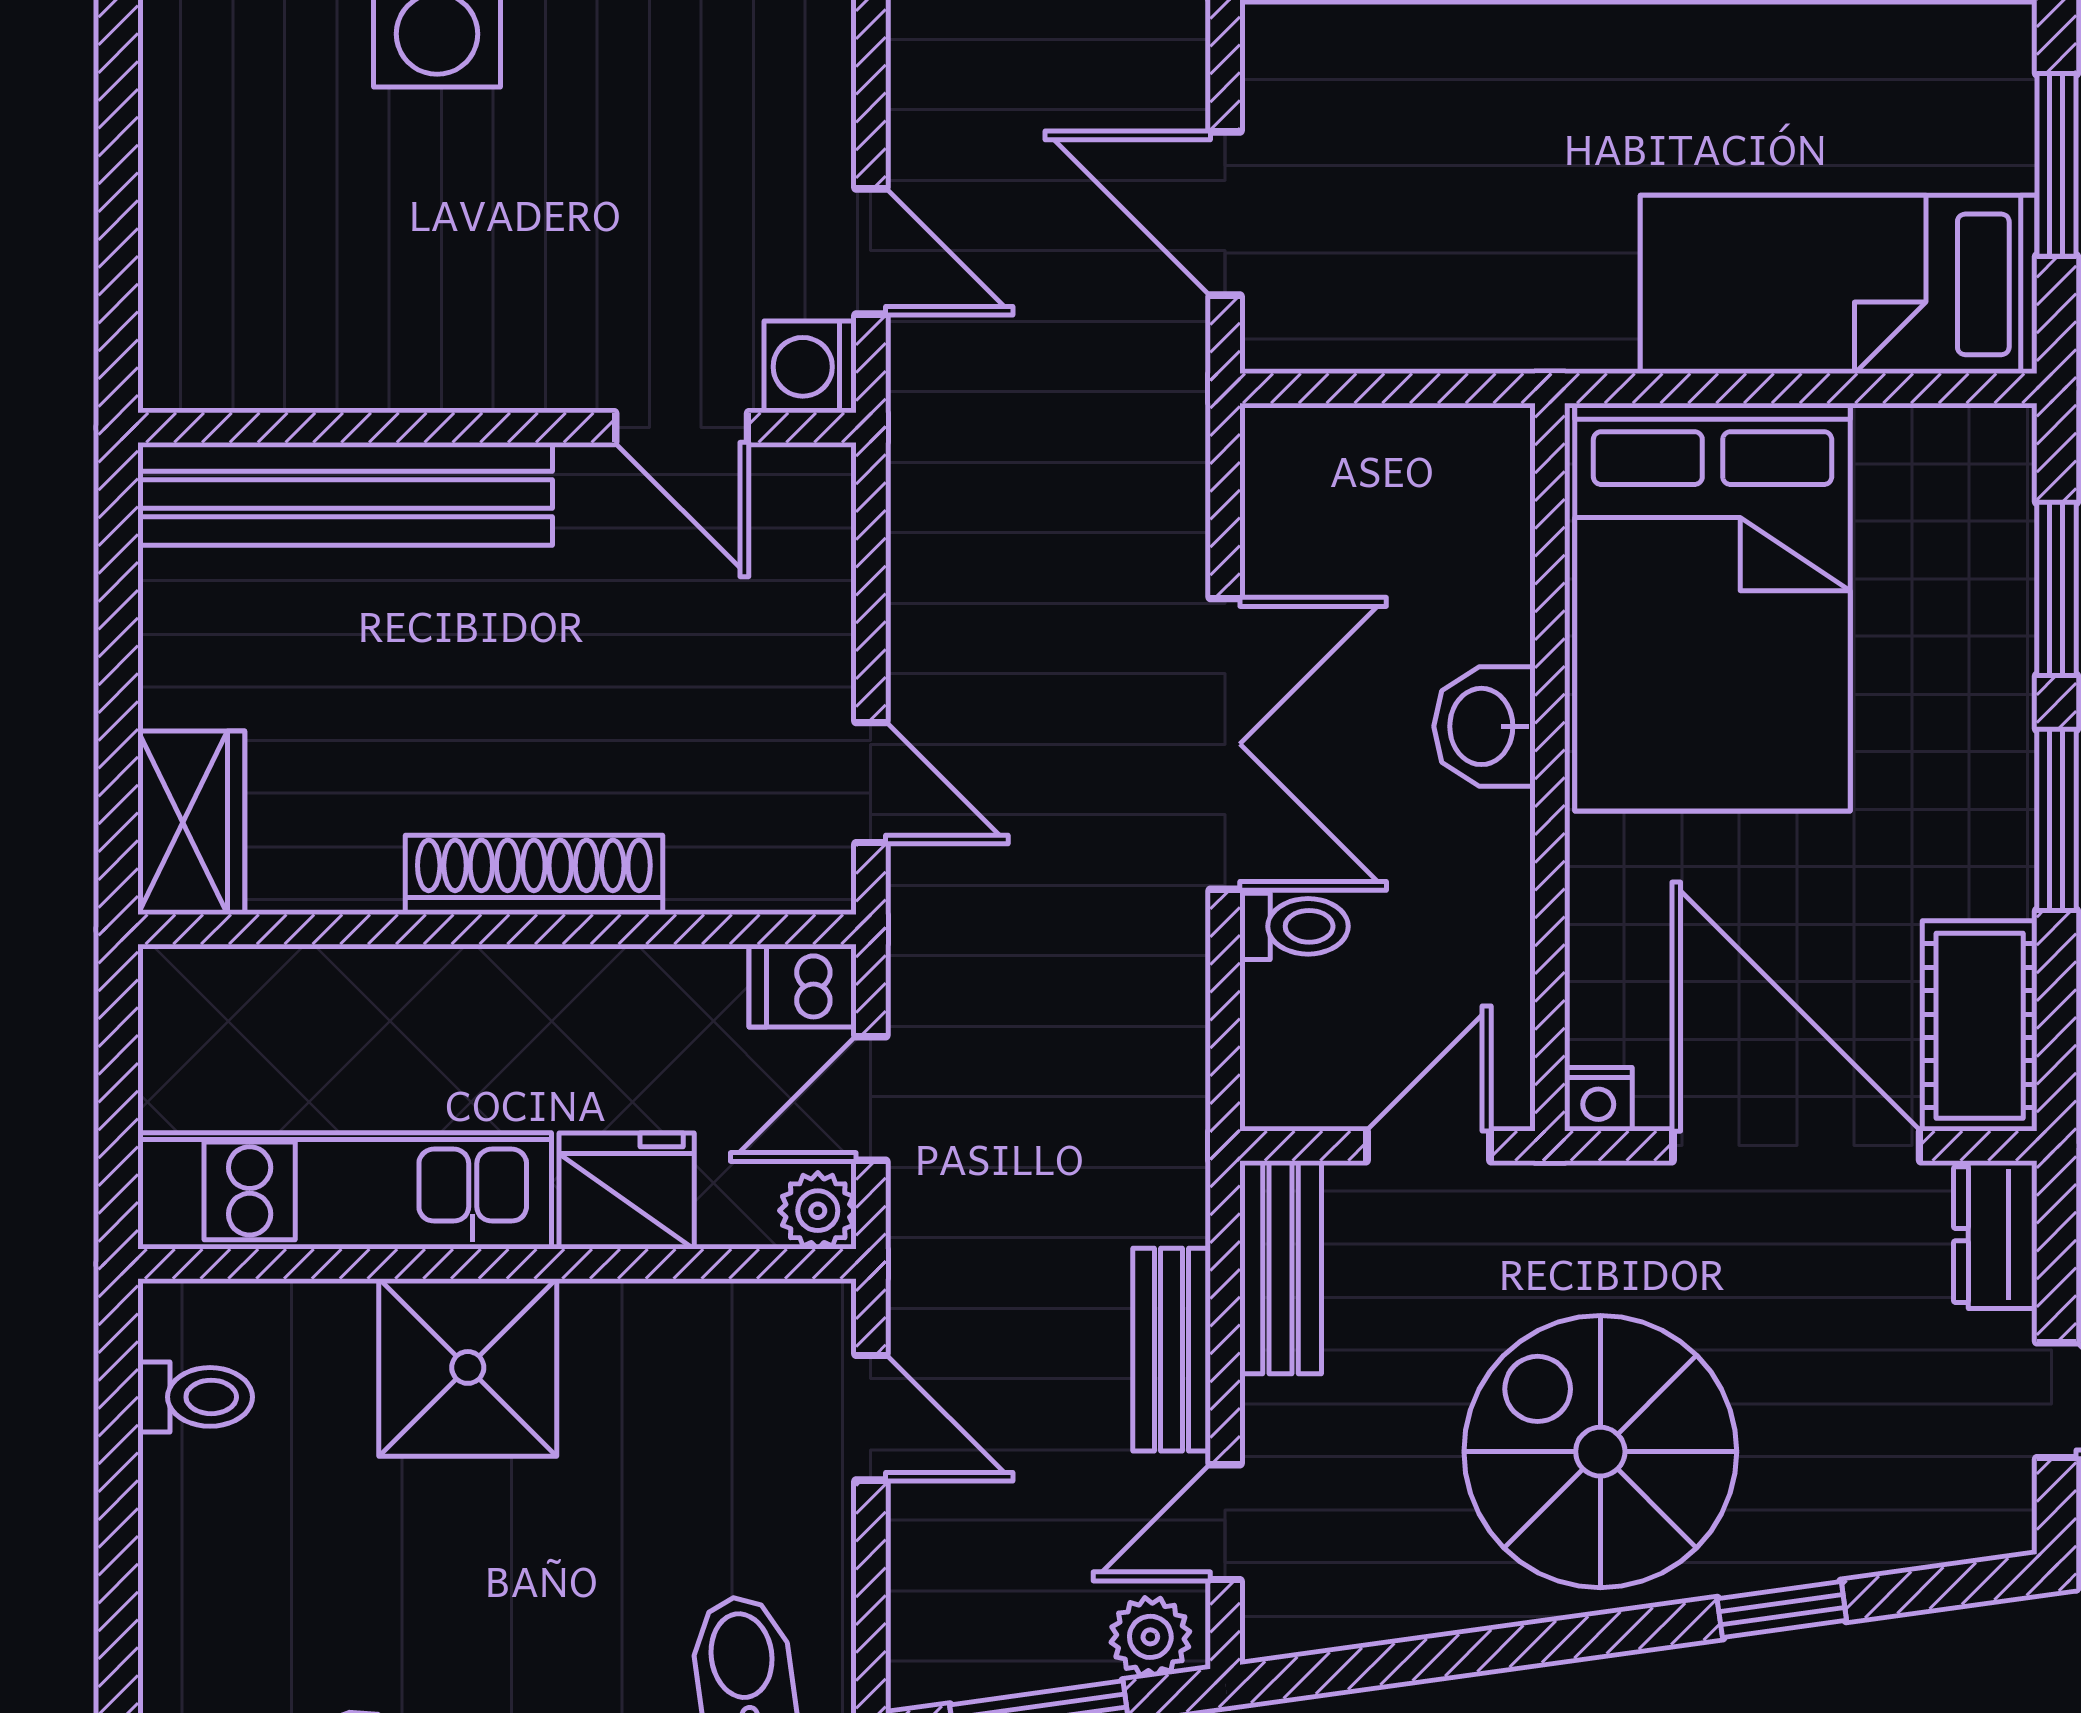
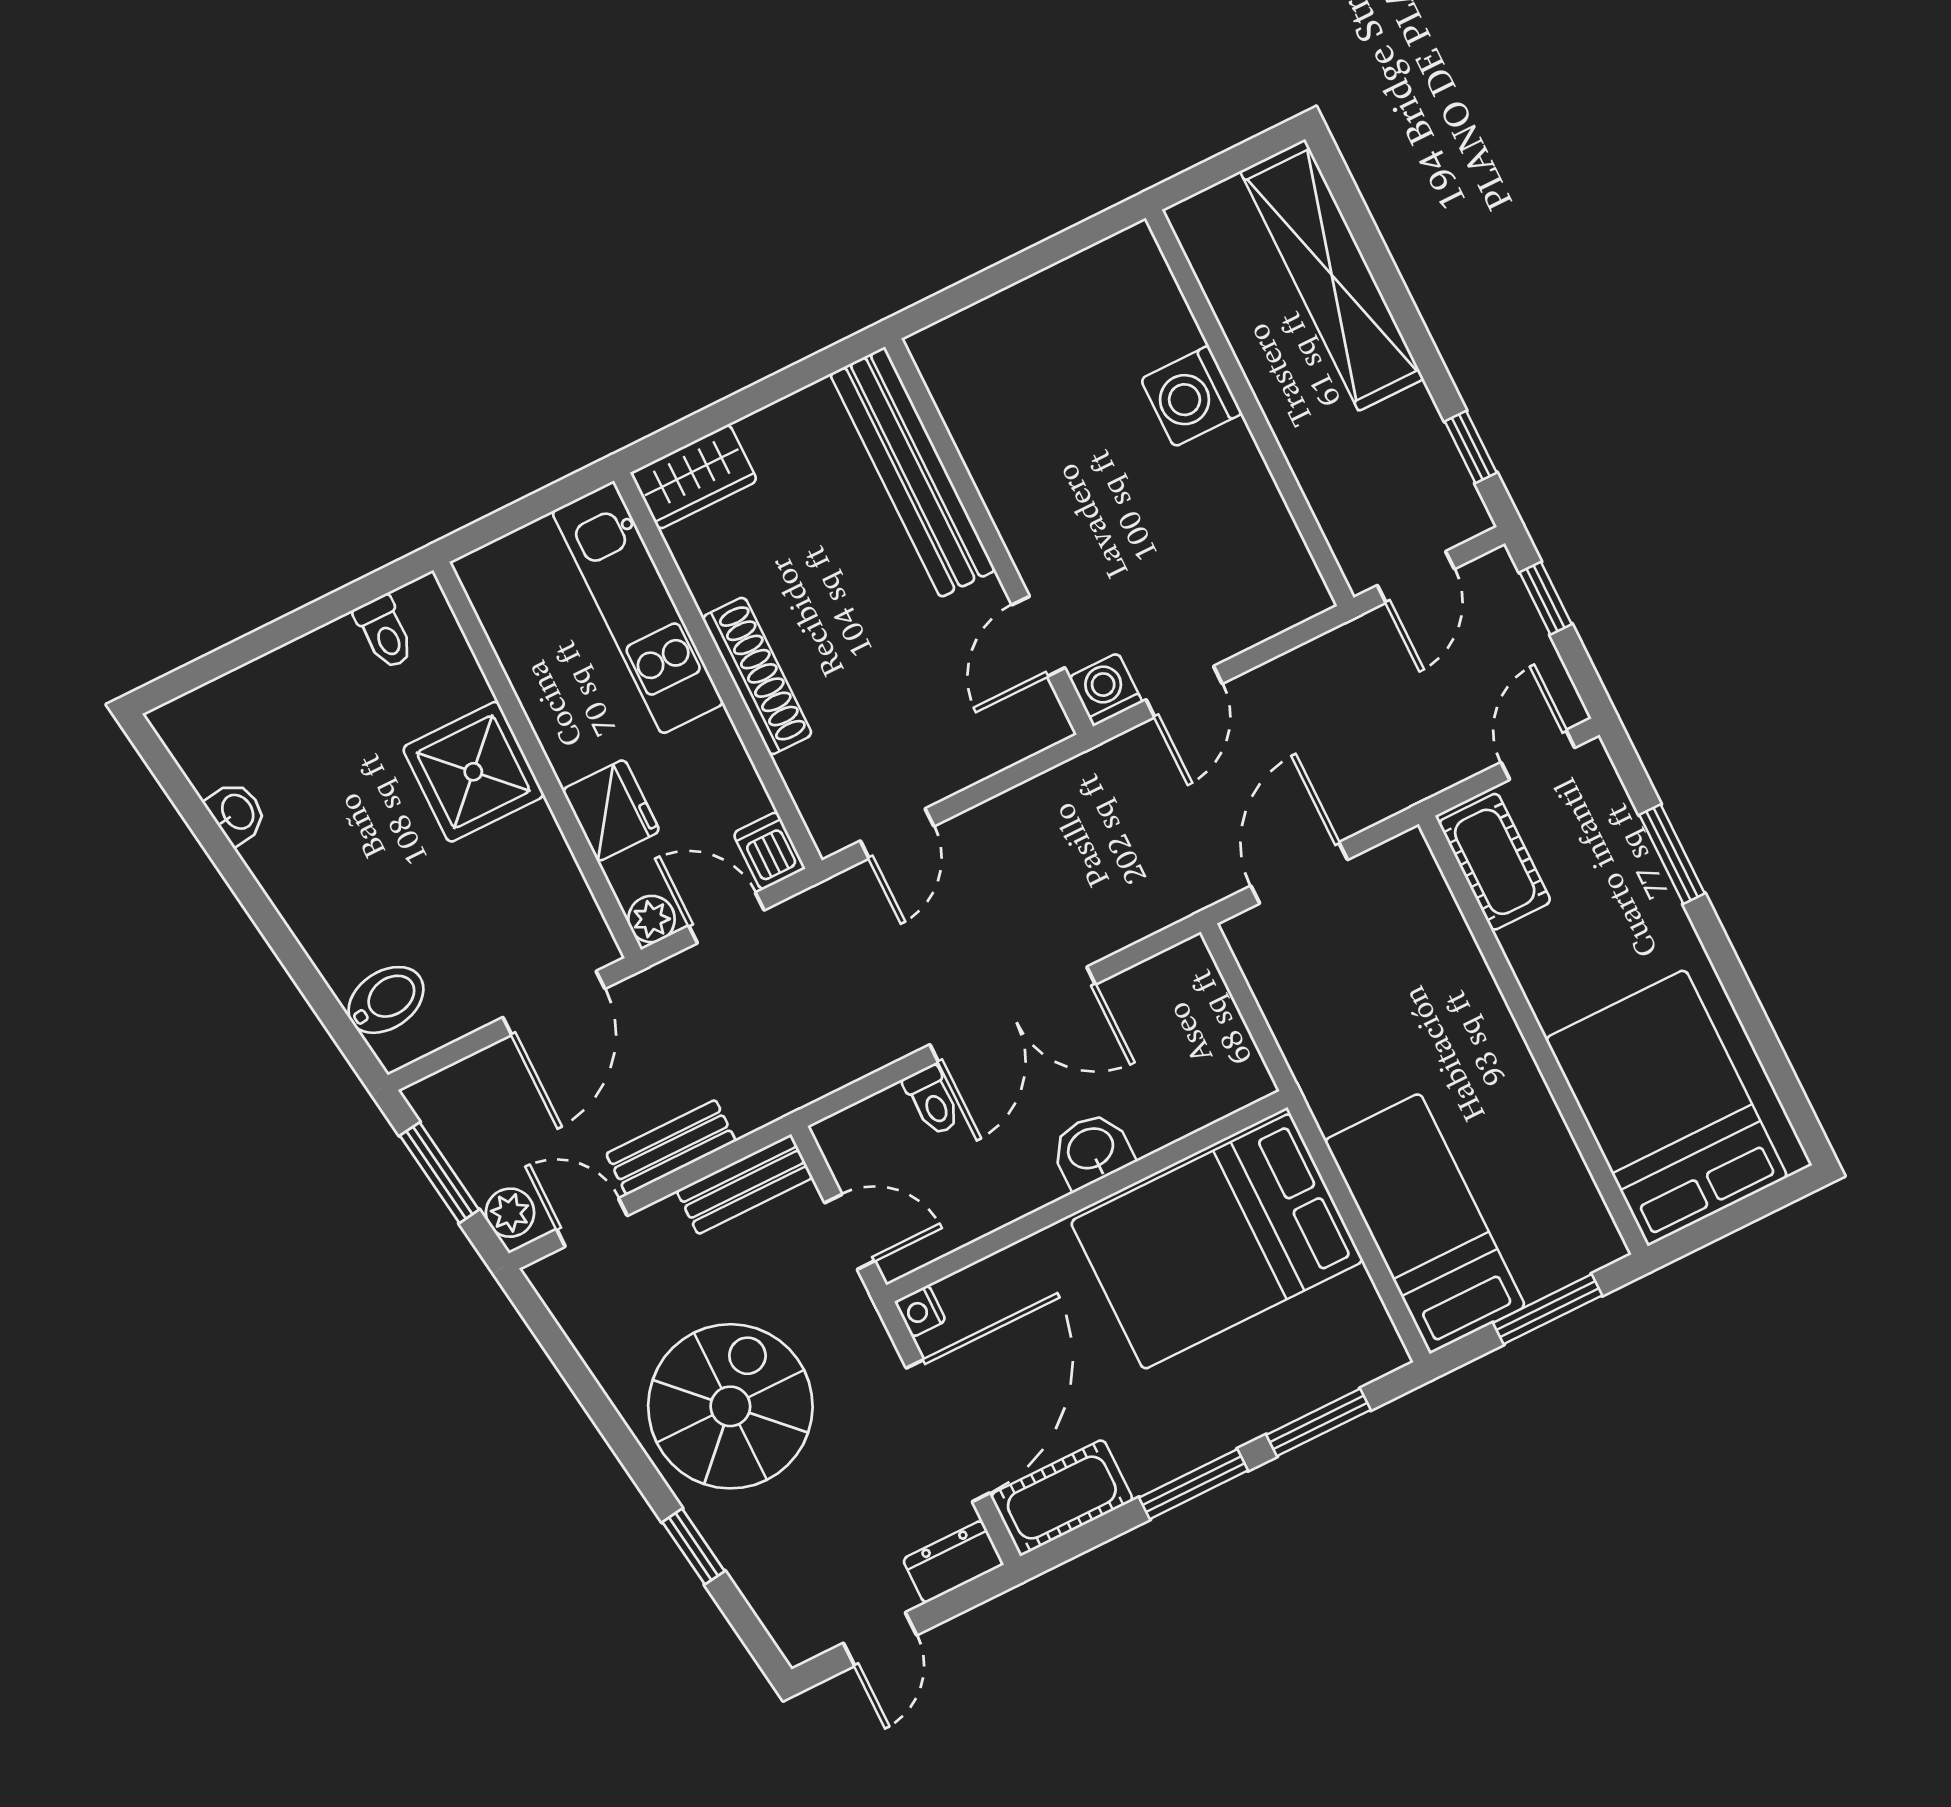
kitchen unit: (345, 1191) -> (638, 608), moved, turned 180
door: (871, 1418) -> (554, 1003), width x1.38

